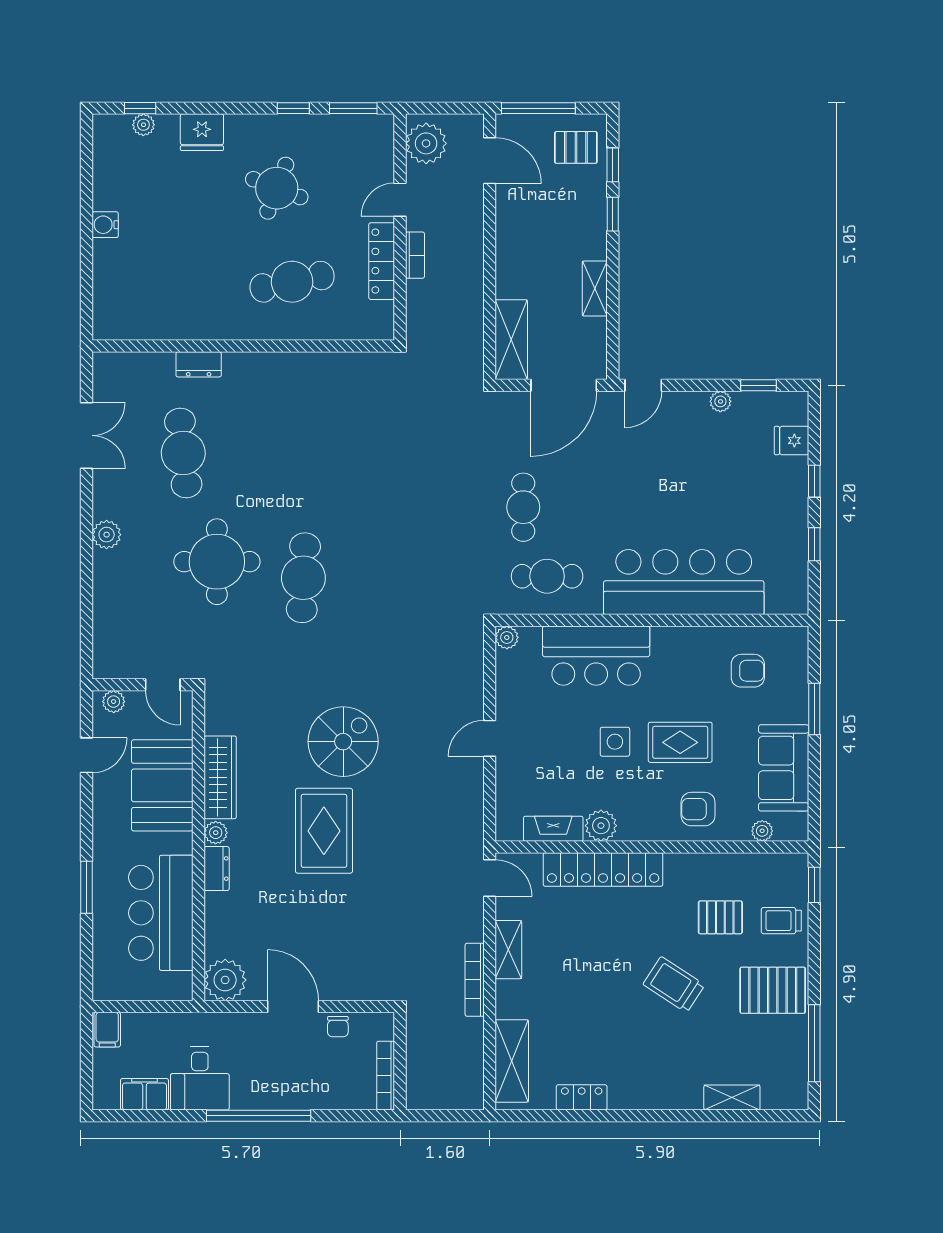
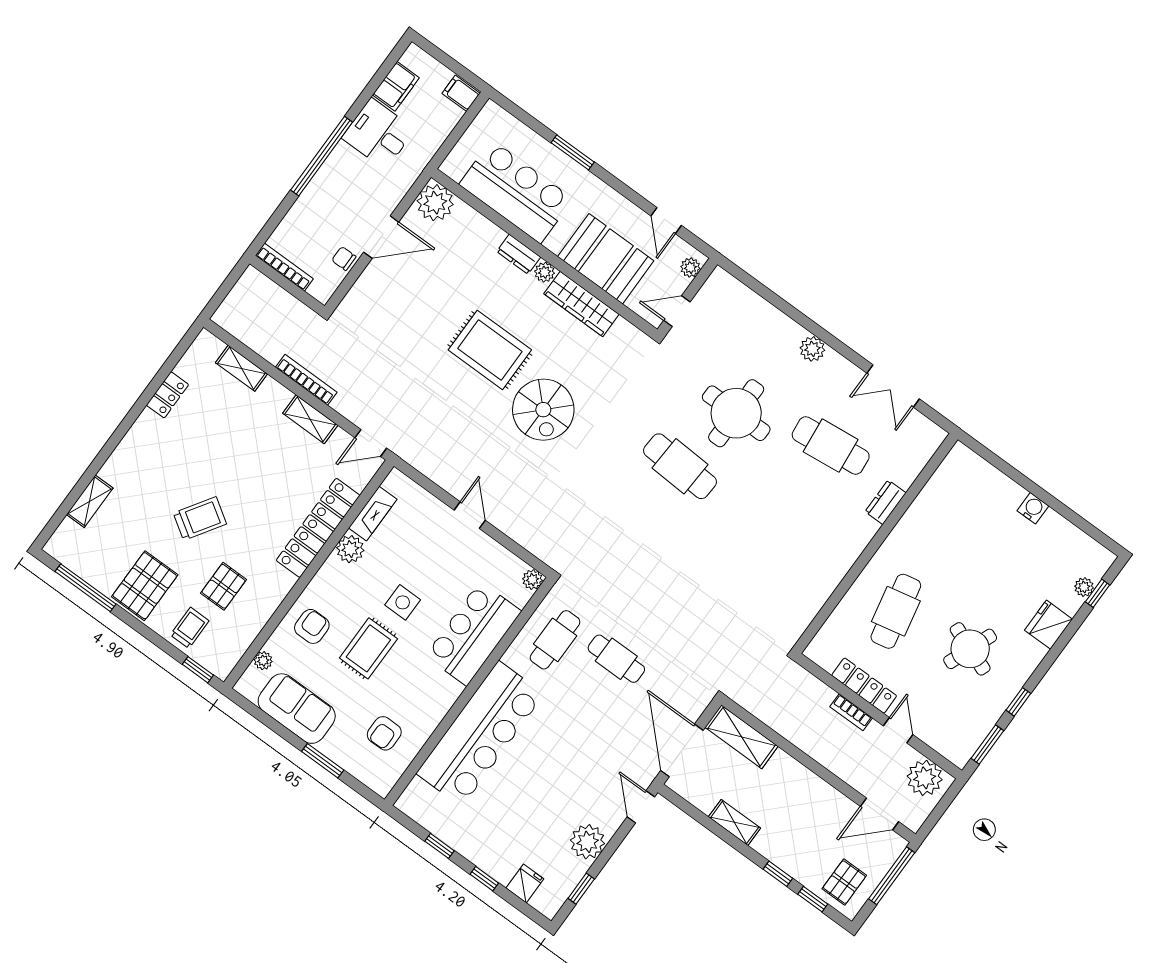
plant: (720, 401) -> (588, 842), width x1.87, depth x1.87
shelving: (512, 1061) -> (241, 368), width x0.67, depth x0.75

